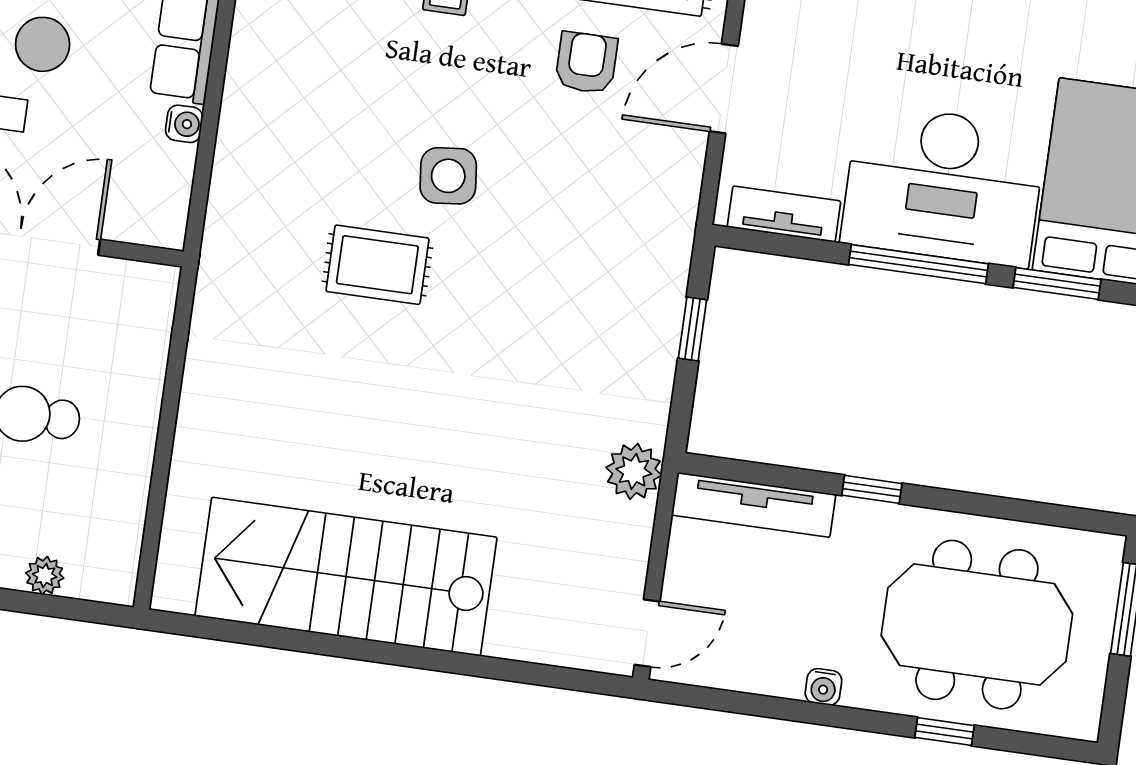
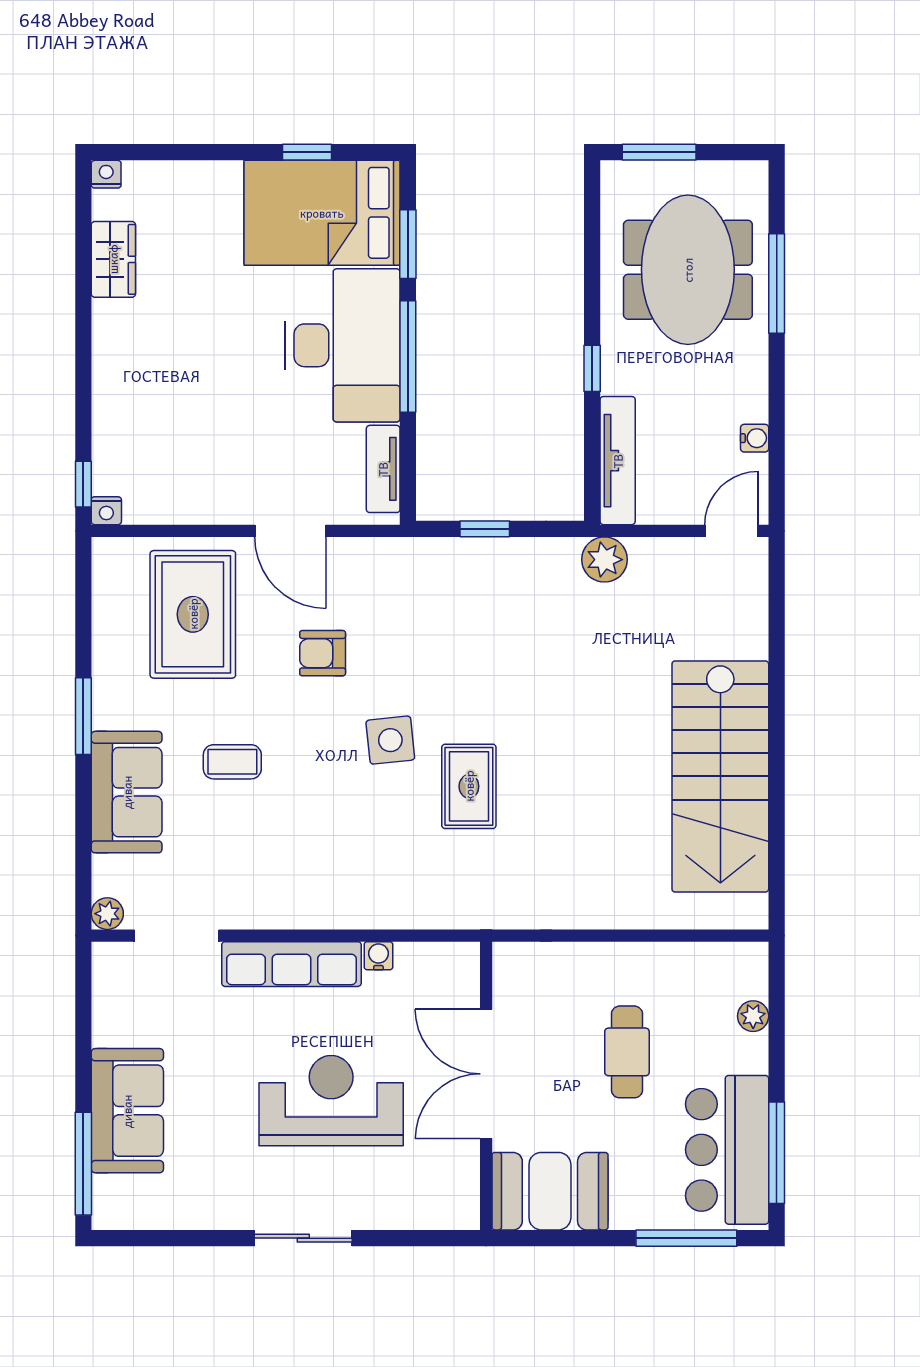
armchair: (586, 63) -> (323, 653), moved
door: (647, 633) -> (732, 531), hinge flipped
water cooler: (823, 687) -> (755, 438), moved
window: (945, 731) -> (777, 283), width x2.17

